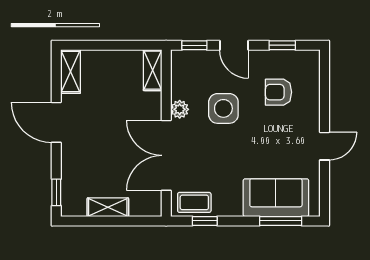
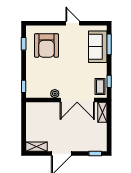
door: (234, 45) -> (24, 67), removed
shelving: (153, 70) -> (36, 107), removed
armchair: (278, 92) -> (46, 45), width x1.88, depth x1.88
side table: (223, 108) -> (54, 72), removed
shelving: (108, 207) -> (102, 112), moved

